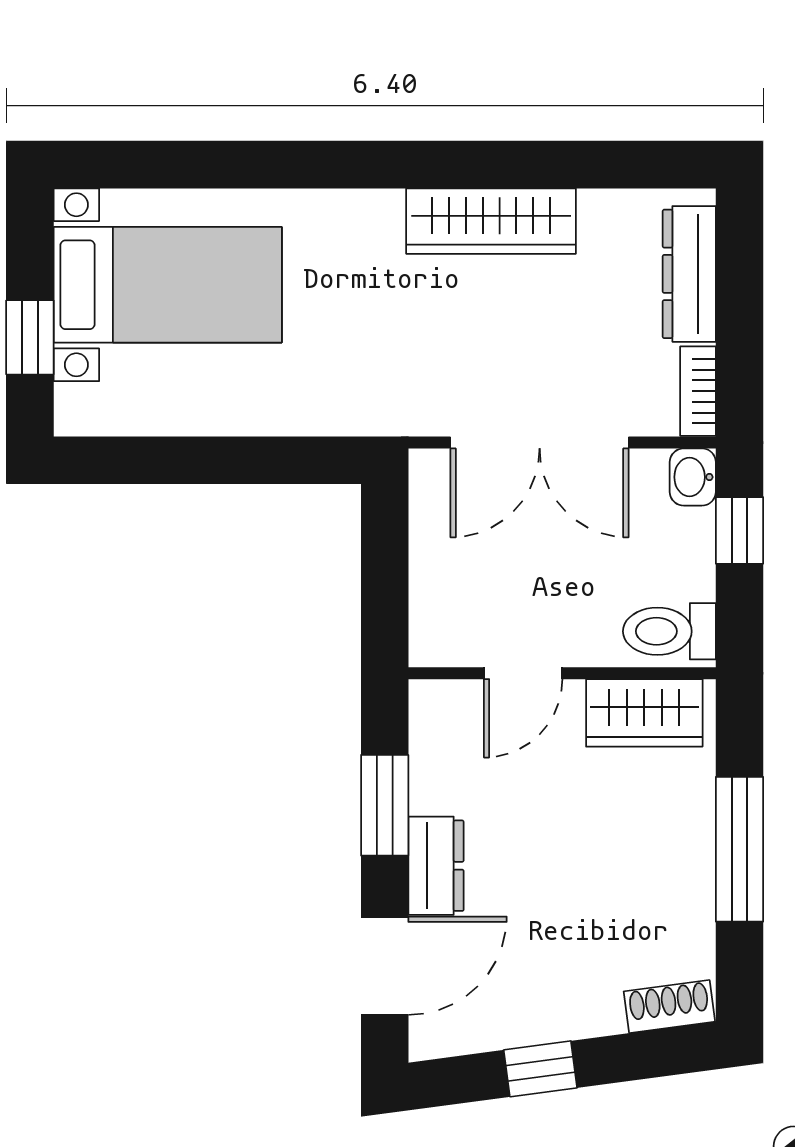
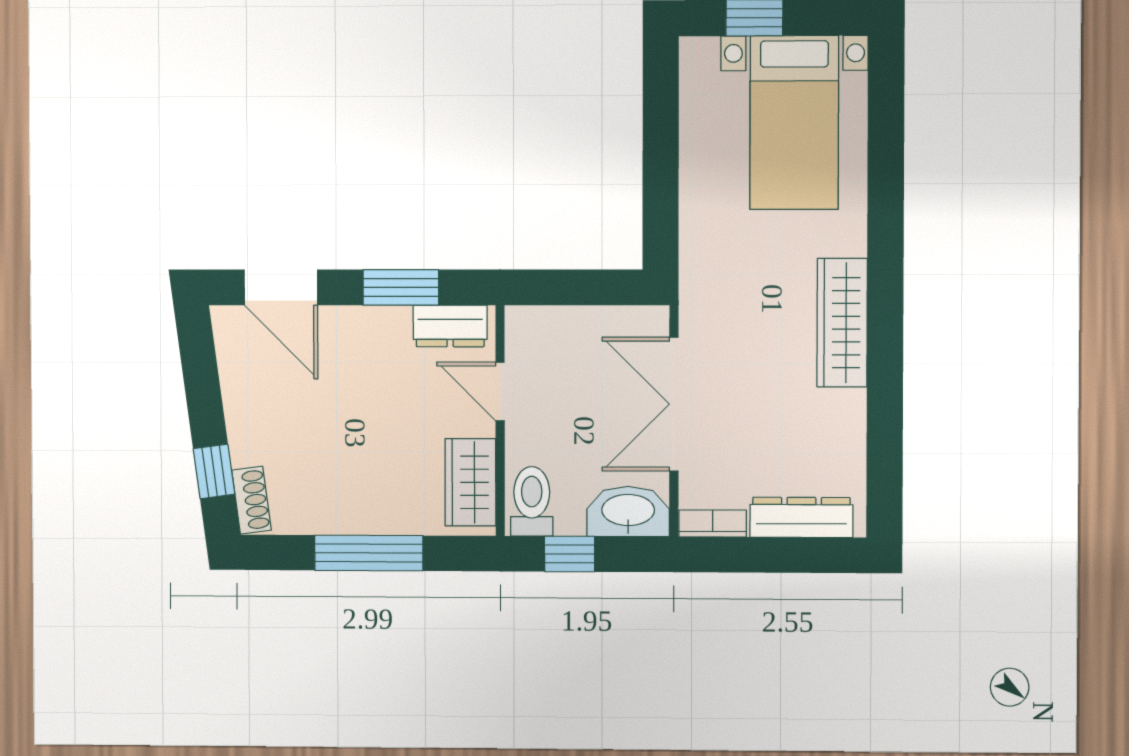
wardrobe: (491, 221) -> (842, 323), moved
washbasin: (693, 477) -> (628, 511), width x1.91, depth x1.45
window: (739, 530) -> (570, 554), moved
dresser: (436, 866) -> (450, 326), moved
window: (540, 1069) -> (214, 471), moved

